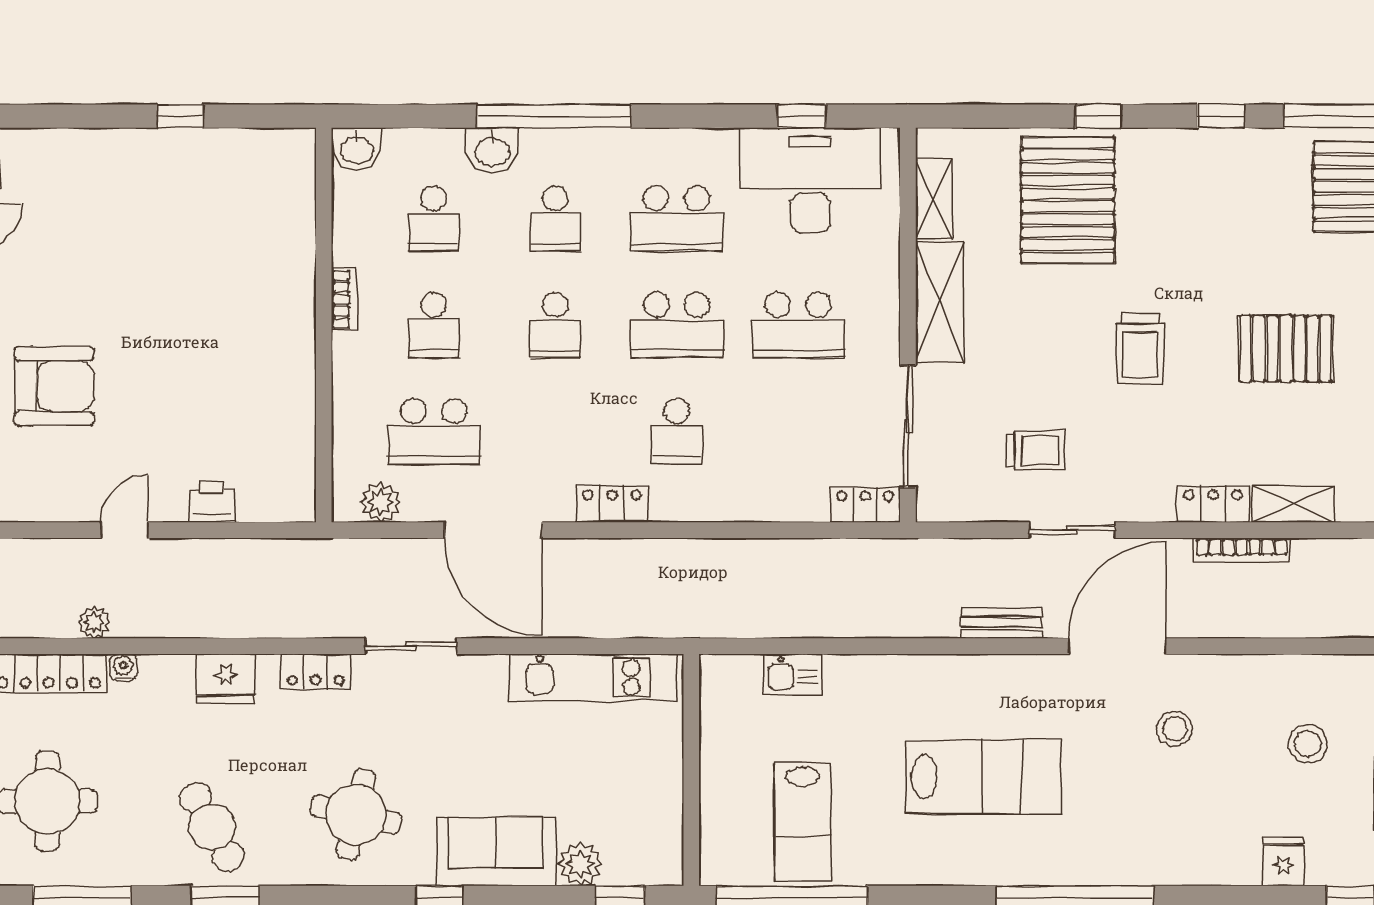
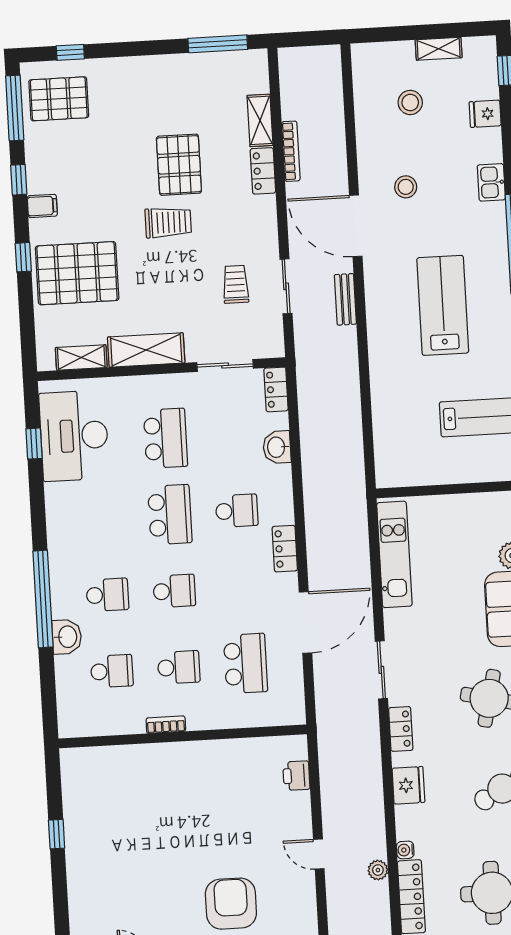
washbasin: (357, 149) -> (277, 447), moved, turned 180
filing cabinet: (1178, 151) -> (42, 206), added
school desk: (677, 219) -> (103, 518), removed
pallet: (1286, 349) -> (179, 165), moved
sliding door: (908, 426) -> (225, 365), width x0.73
printer: (212, 502) -> (296, 776), moved
plant: (381, 502) -> (292, 694), removed
sliding door: (1072, 530) -> (286, 286), moved
kitchen sink: (792, 675) -> (491, 182), moved, turned 180

